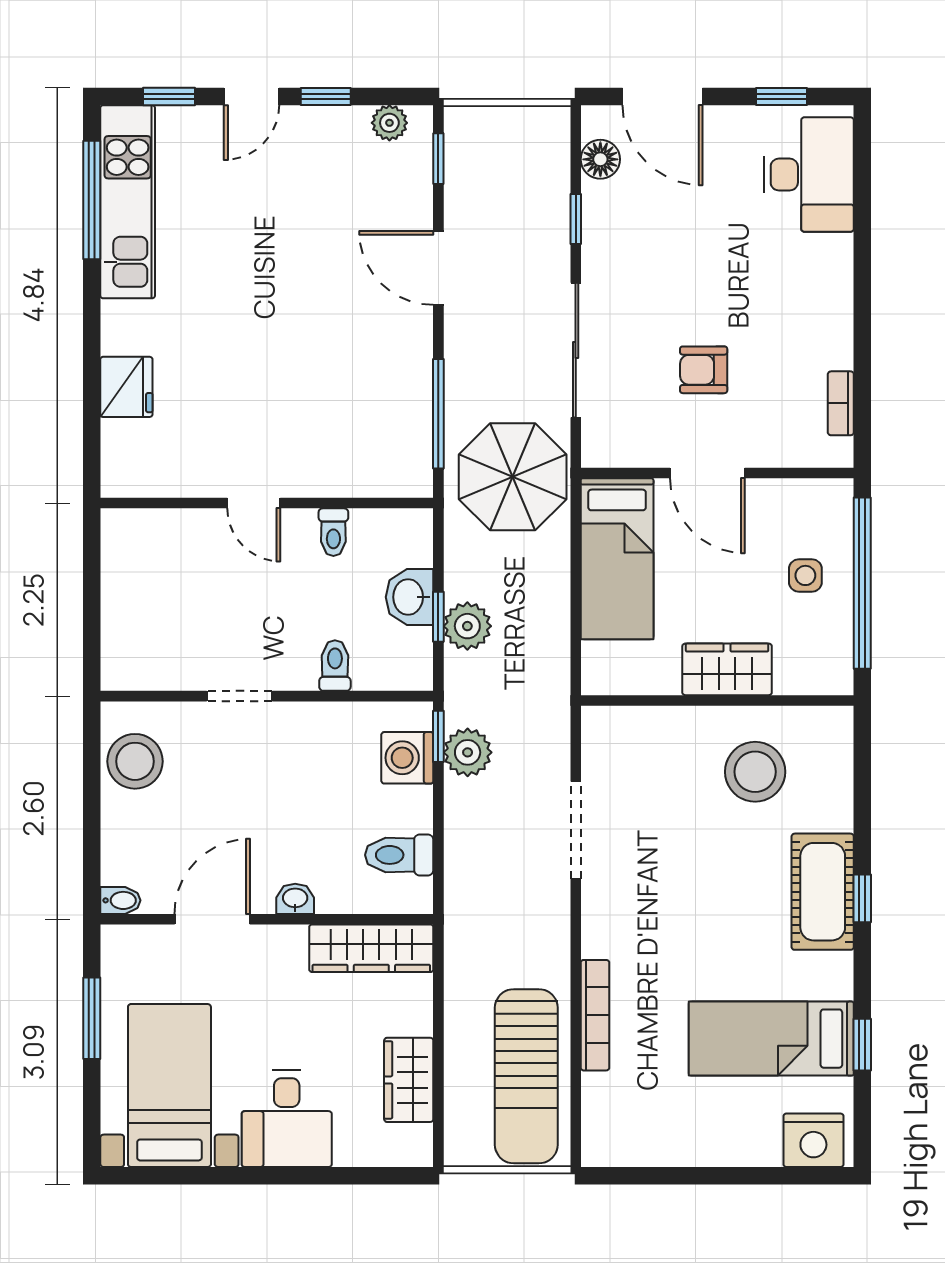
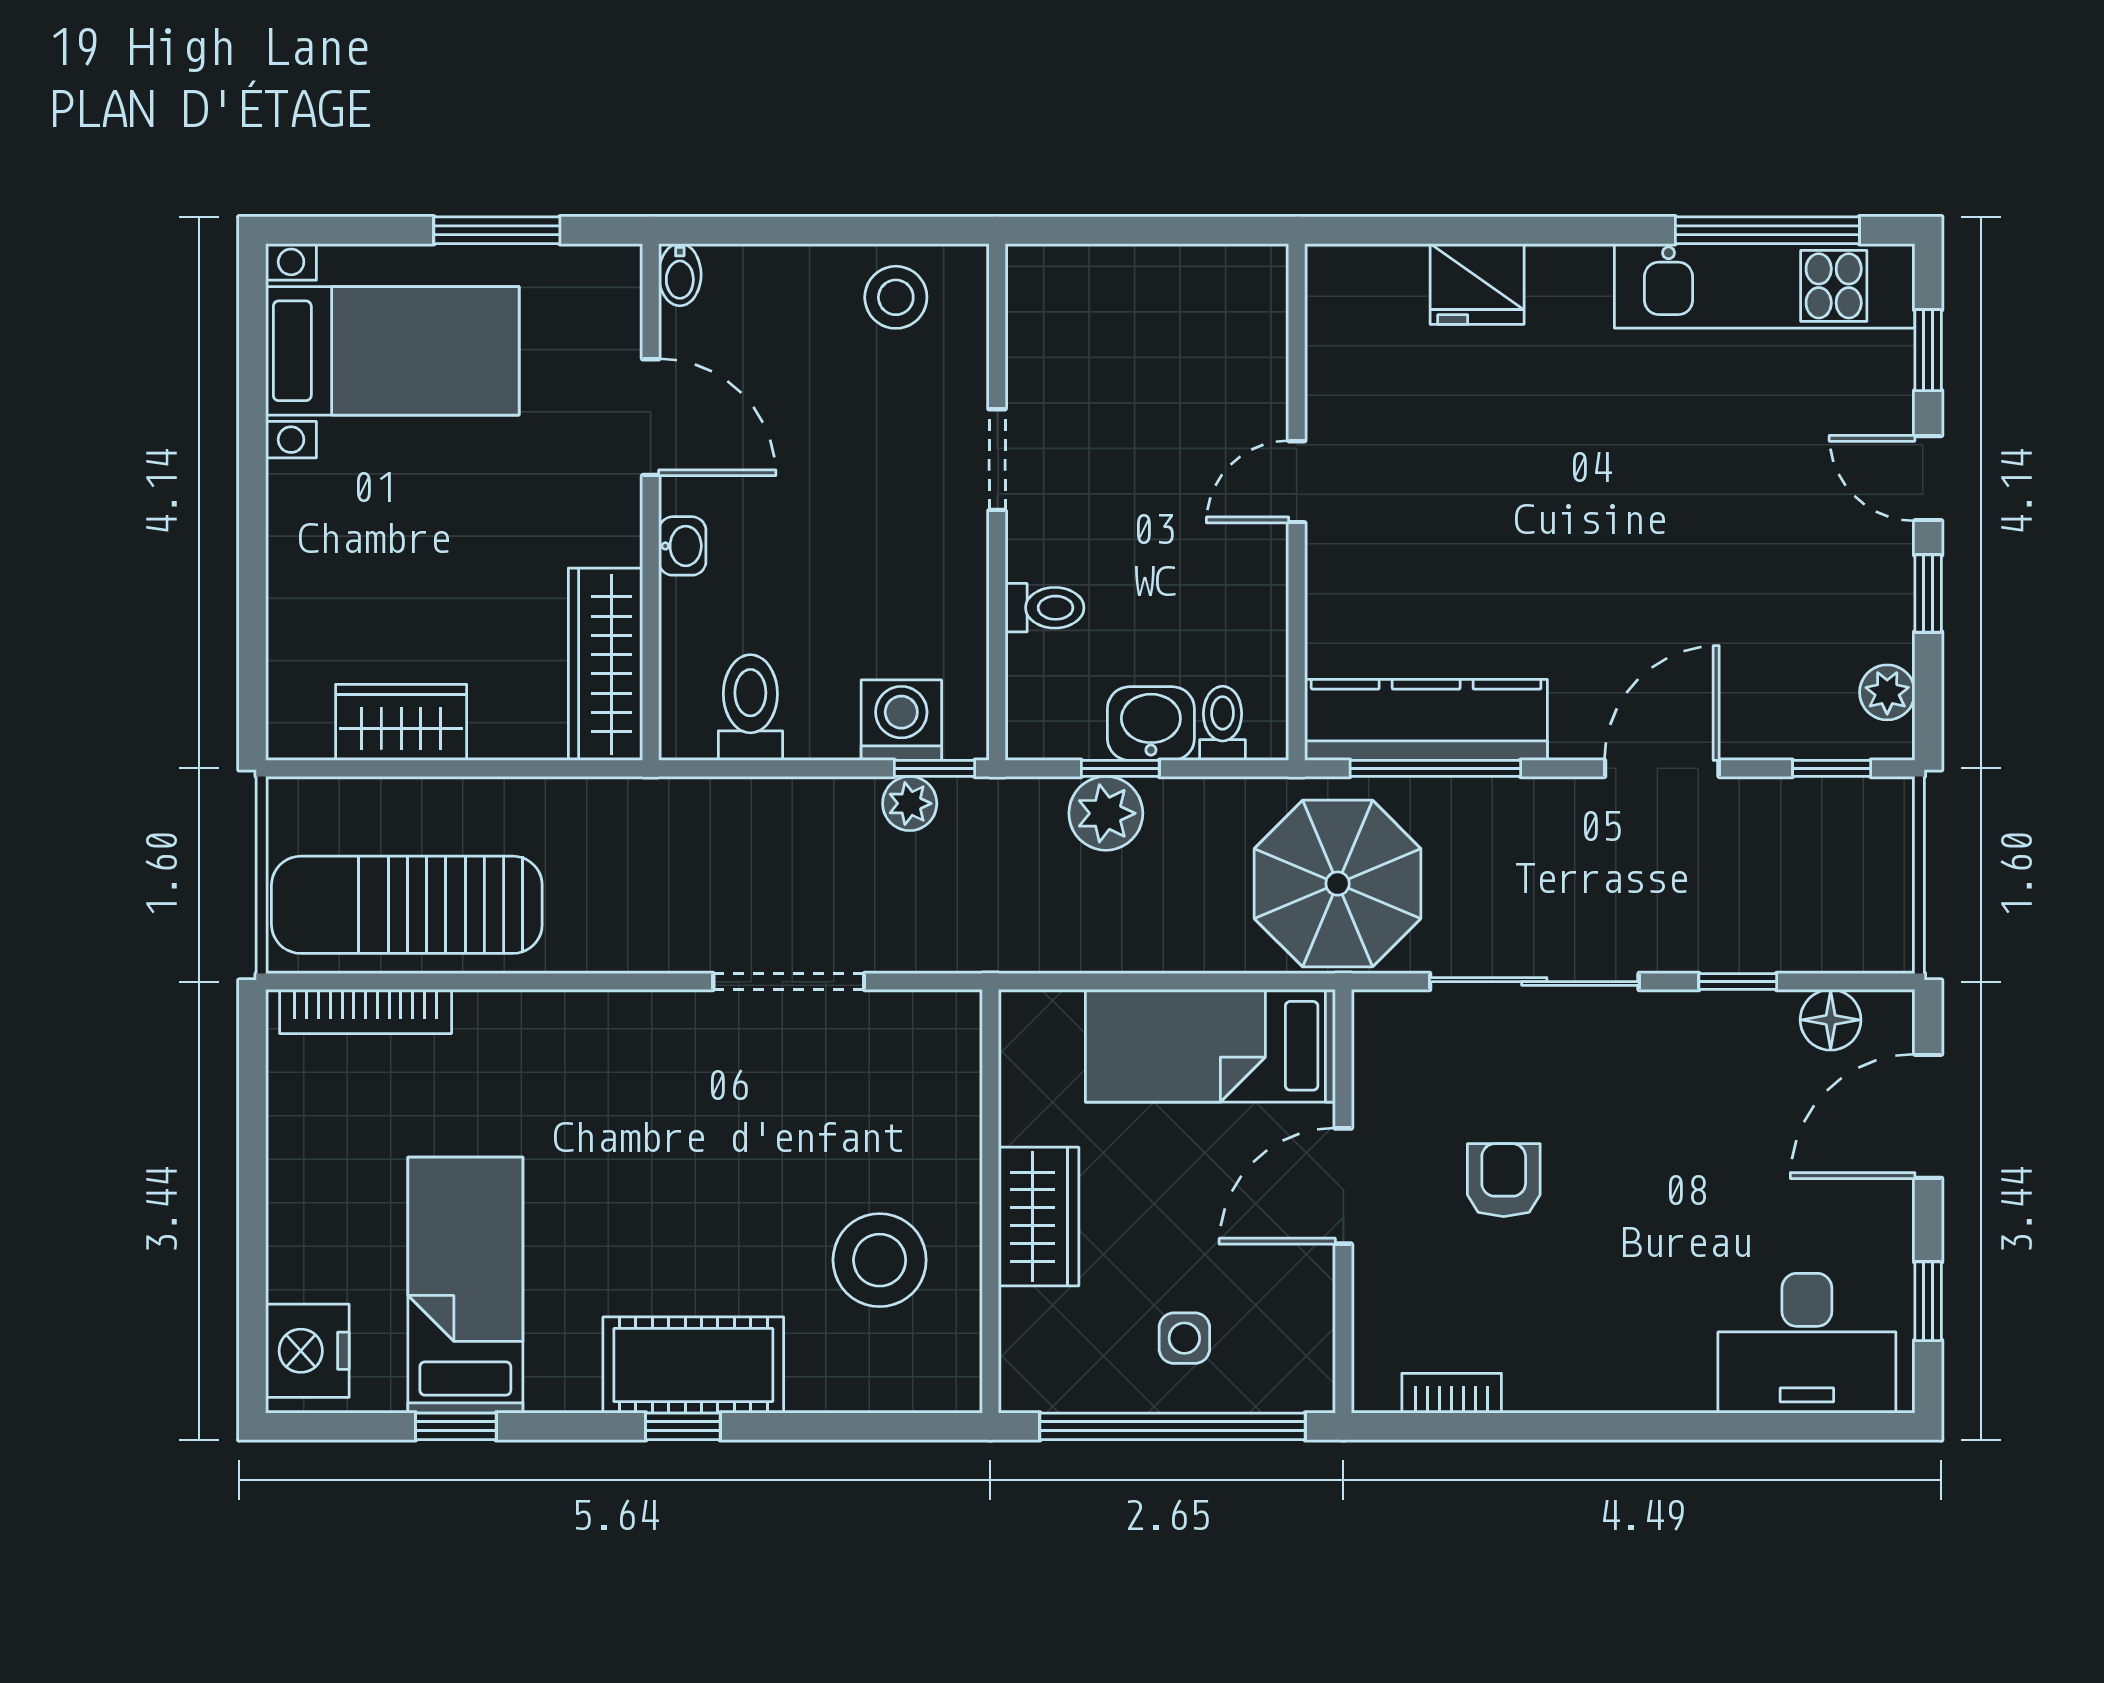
kitchen counter: (407, 420) -> (1426, 720), added
toilet: (333, 532) -> (1223, 723), moved, turned 90
plant: (468, 752) -> (910, 803), width x0.73, depth x0.73
stool: (135, 761) -> (896, 297), width x0.73, depth x0.73
bookcase: (595, 1015) -> (366, 1012), moved
desk: (287, 1119) -> (341, 533), removed

